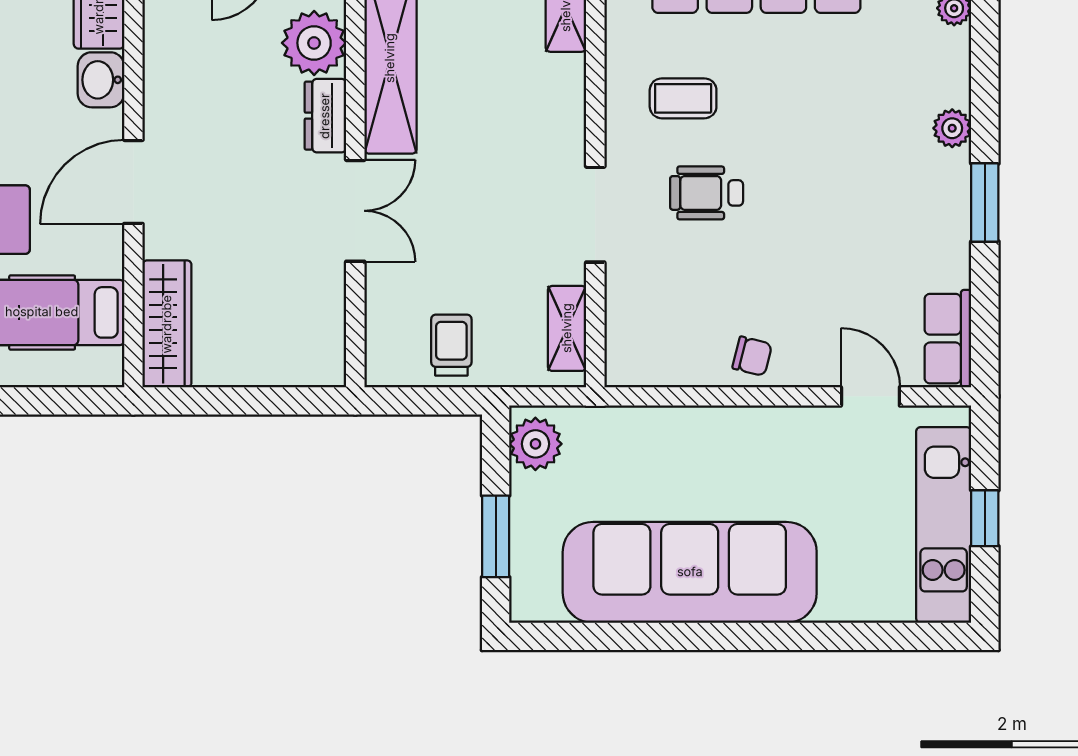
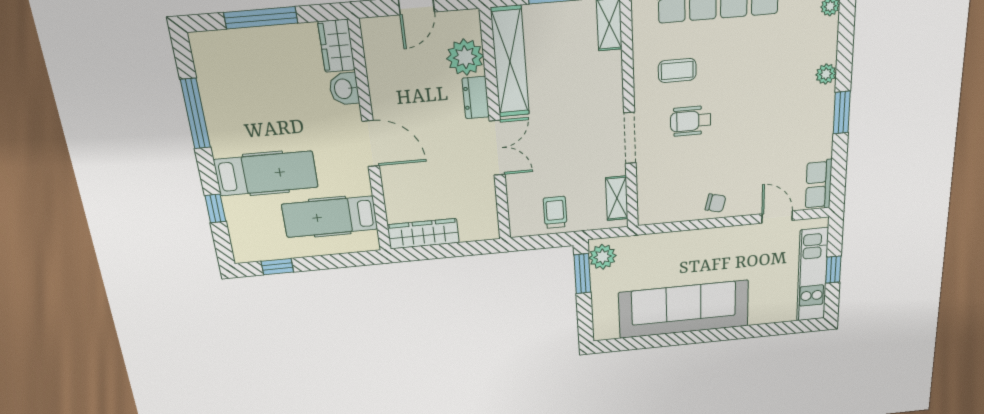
door: (133, 182) -> (371, 144), swing flipped
wardrobe: (167, 324) -> (423, 234), moved, turned -90
window: (496, 536) -> (582, 274), moved

